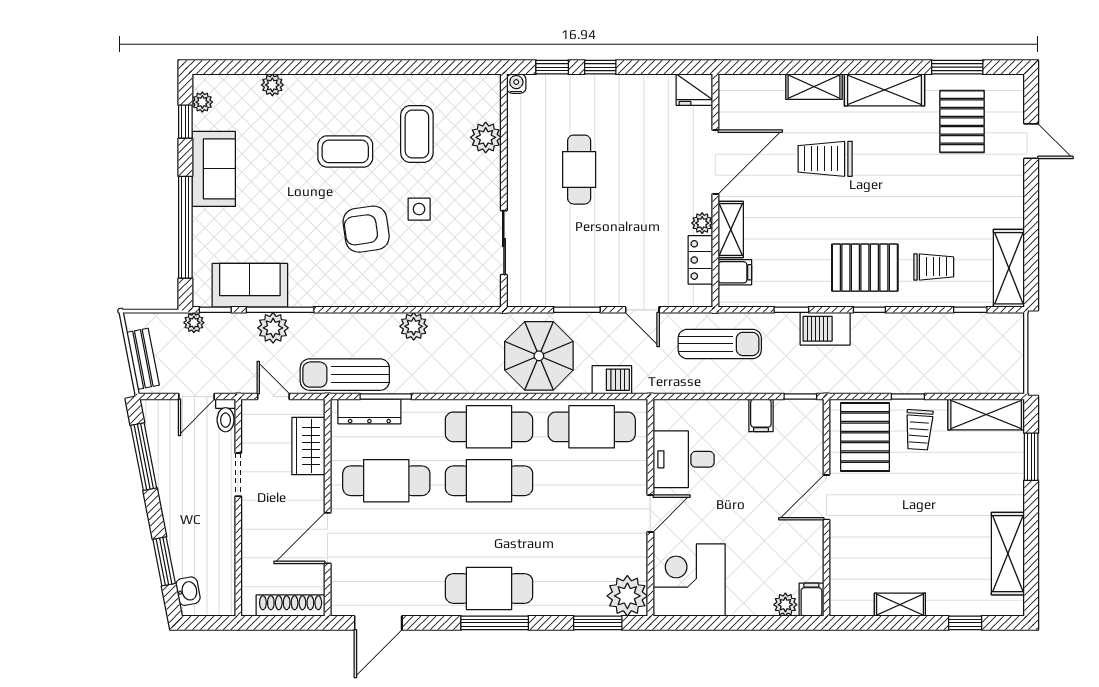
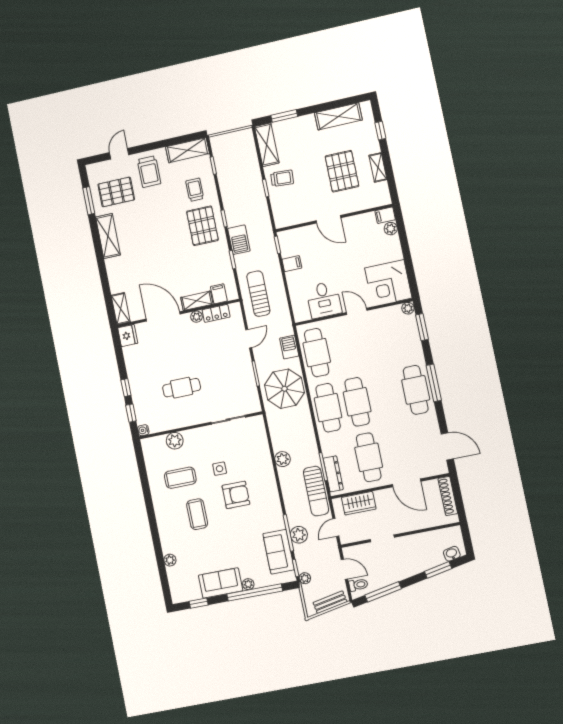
shelving: (814, 87) -> (121, 309), moved
plant: (202, 102) -> (248, 584), moved
trolley: (825, 159) -> (149, 172), moved
armchair: (366, 229) -> (236, 495), turned -82
toilet: (226, 416) -> (358, 585), moved
pallet: (865, 437) -> (342, 171), moved, turned 90
plant: (627, 596) -> (408, 308), width x0.53, depth x0.53

